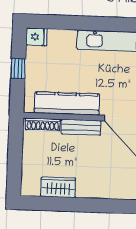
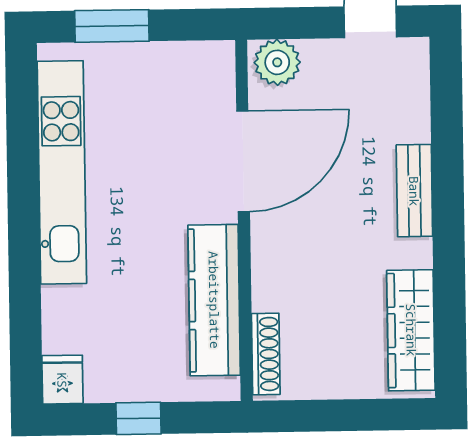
bench: (81, 127) -> (414, 191), moved
wardrobe: (58, 187) -> (411, 330), width x1.50

